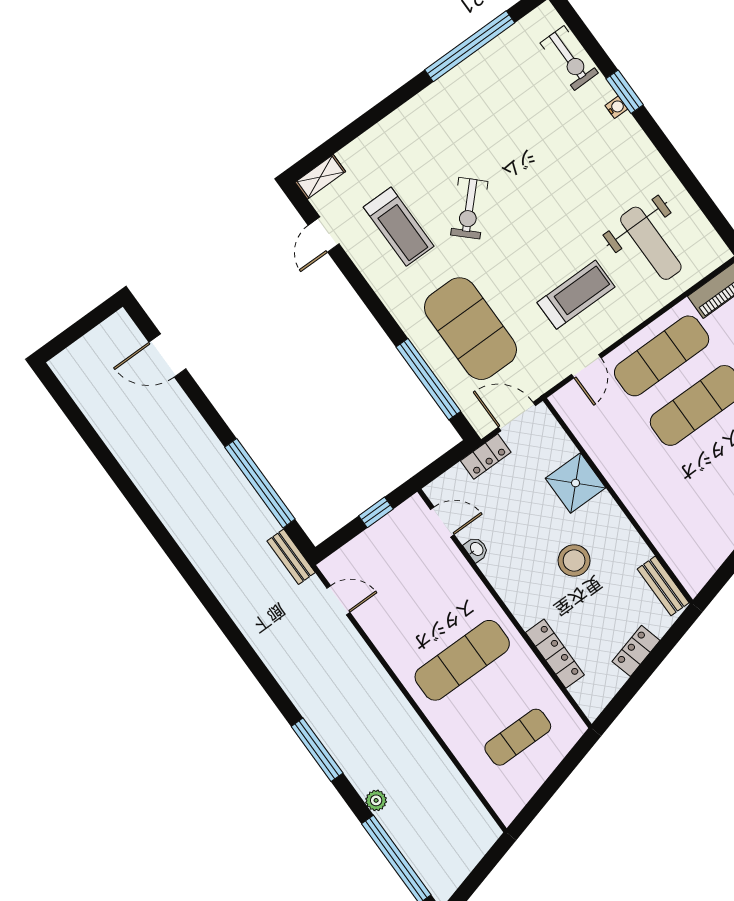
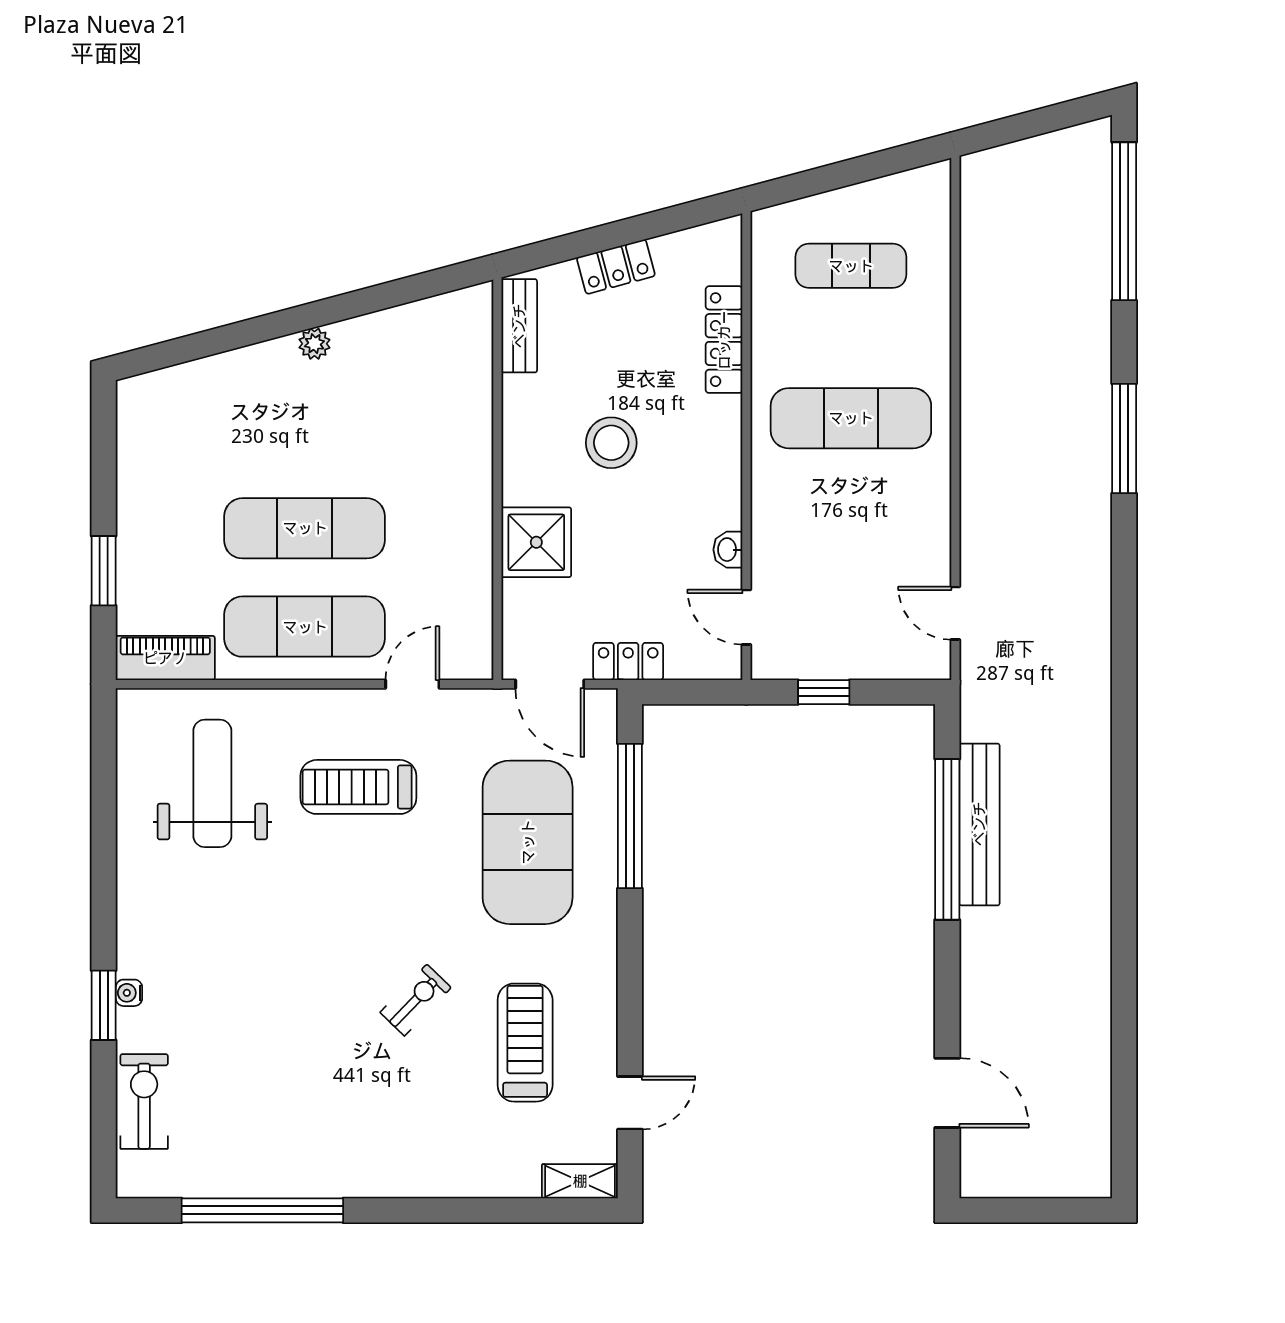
exercise bike: (469, 208) -> (416, 1000), width x0.73, depth x0.72
bench: (291, 557) -> (979, 824), moved, width x1.86, depth x1.21
plant: (376, 800) -> (1095, 317), removed

